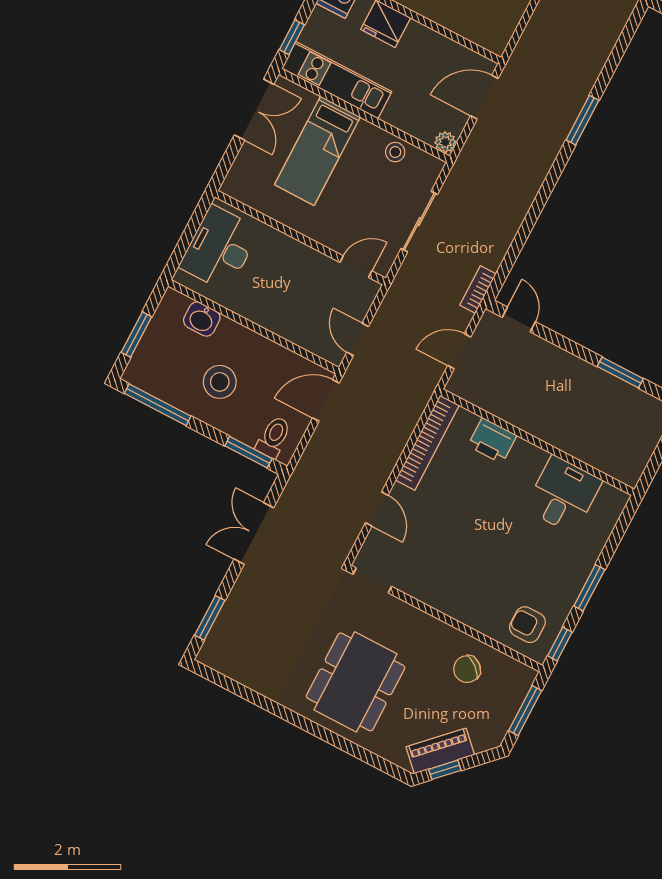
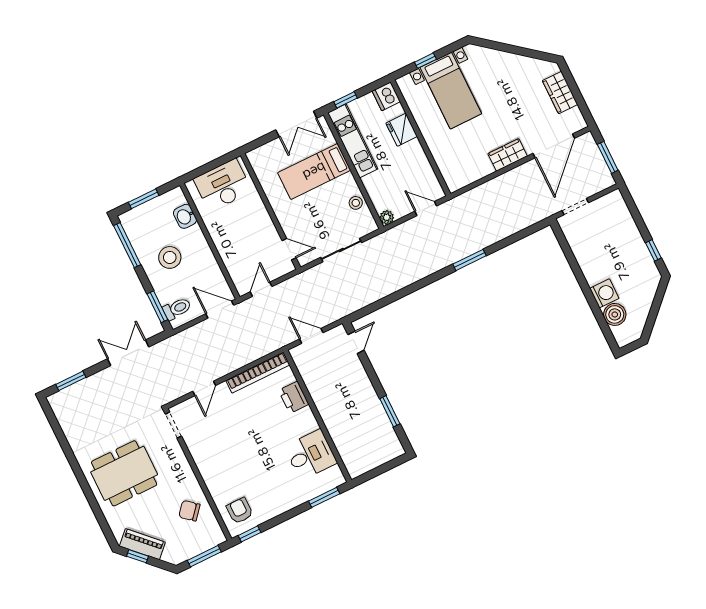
door: (484, 97) -> (426, 209), width x0.73
bookcase: (478, 289) -> (346, 310), removed
window: (589, 588) -> (324, 497), moved

